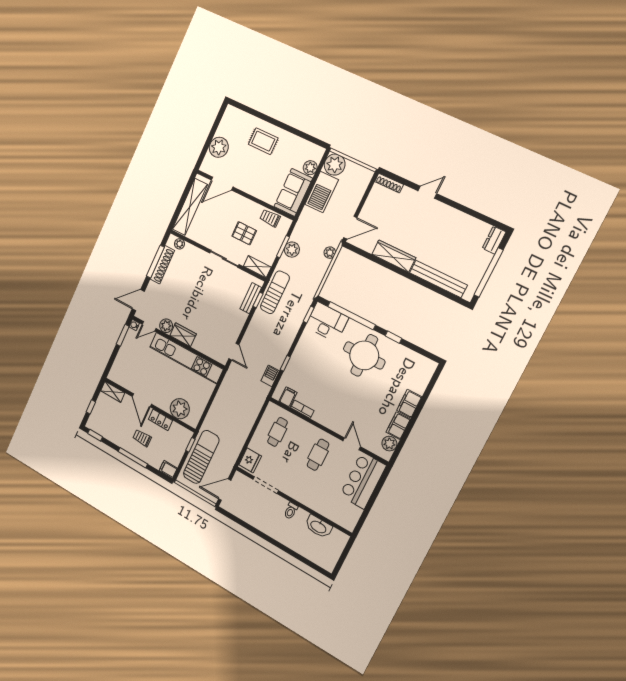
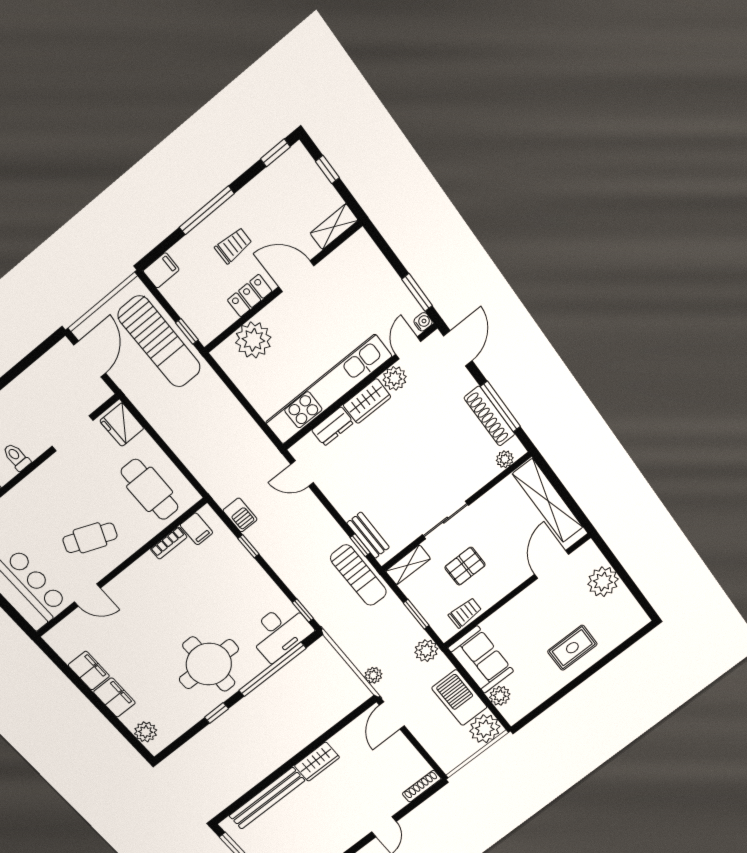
plant: (292, 250) -> (426, 651), moved
wardrobe: (394, 256) -> (317, 762), width x0.67
dresser: (203, 347) -> (333, 426), added
cafe table: (278, 432) -> (150, 489), width x1.37, depth x1.35
plant: (389, 444) -> (146, 732), moved
cafe table: (318, 455) -> (90, 538), turned -68

